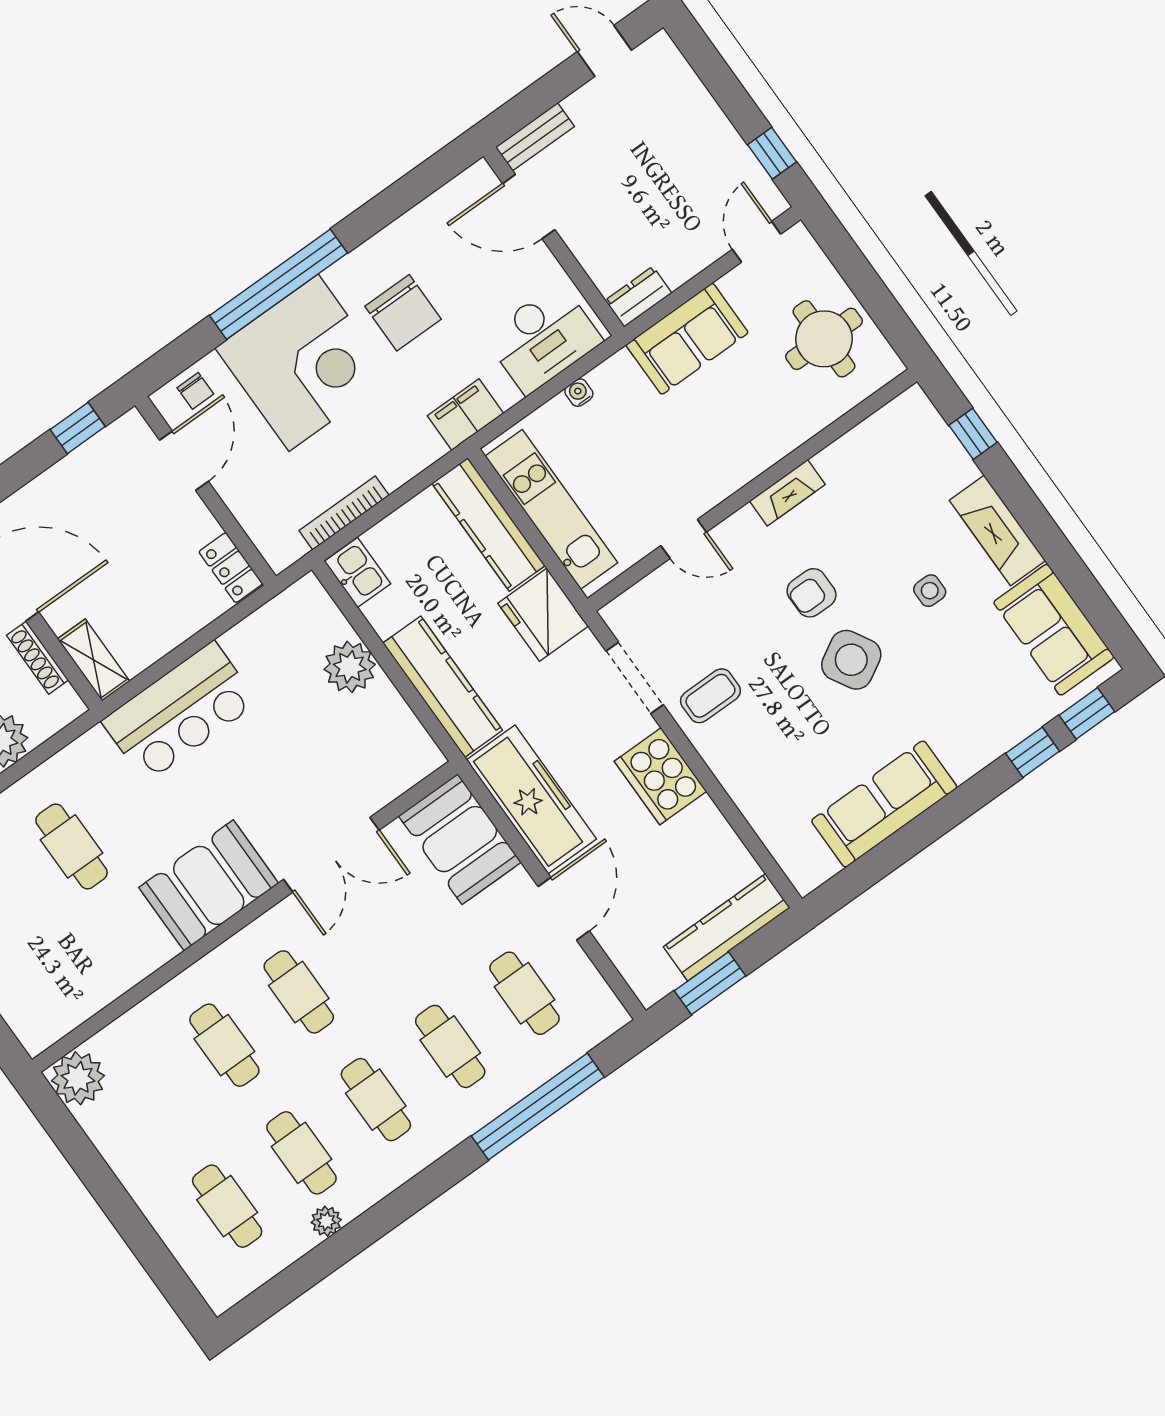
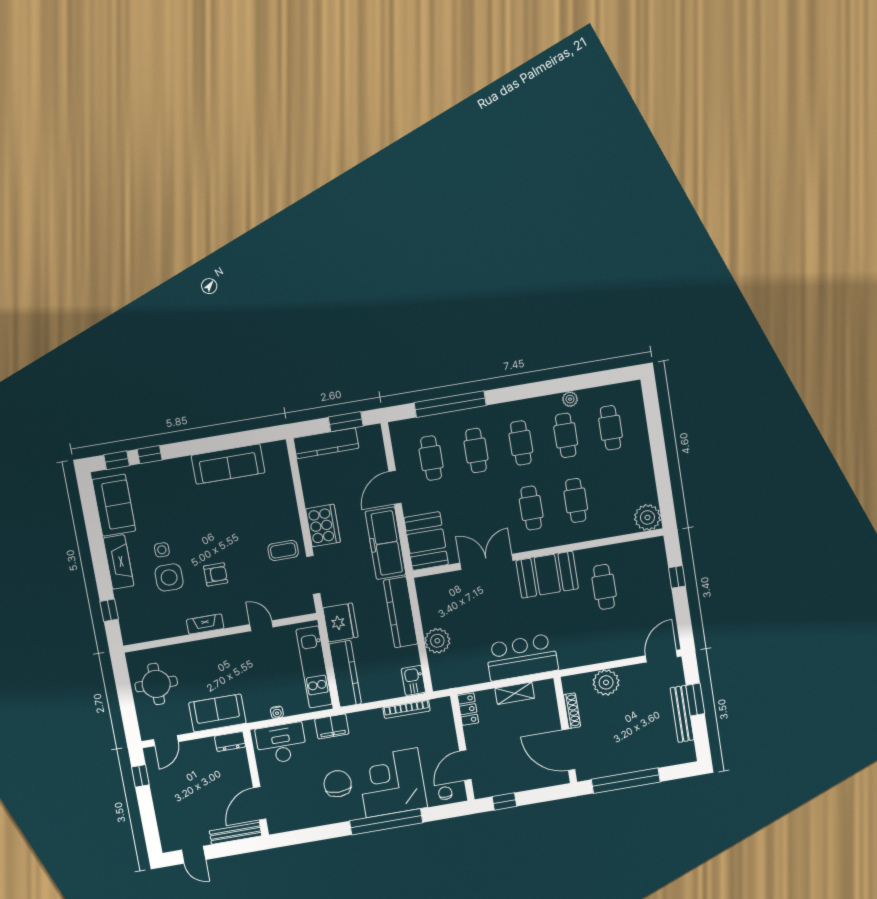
bench: (535, 137) -> (236, 833), width x1.36
door: (529, 207) -> (260, 803), swing flipped
shelving: (94, 660) -> (515, 693), moved, turned 90
side table: (851, 660) -> (169, 577), moved, turned 30
cafe table: (72, 846) -> (604, 587), moved

